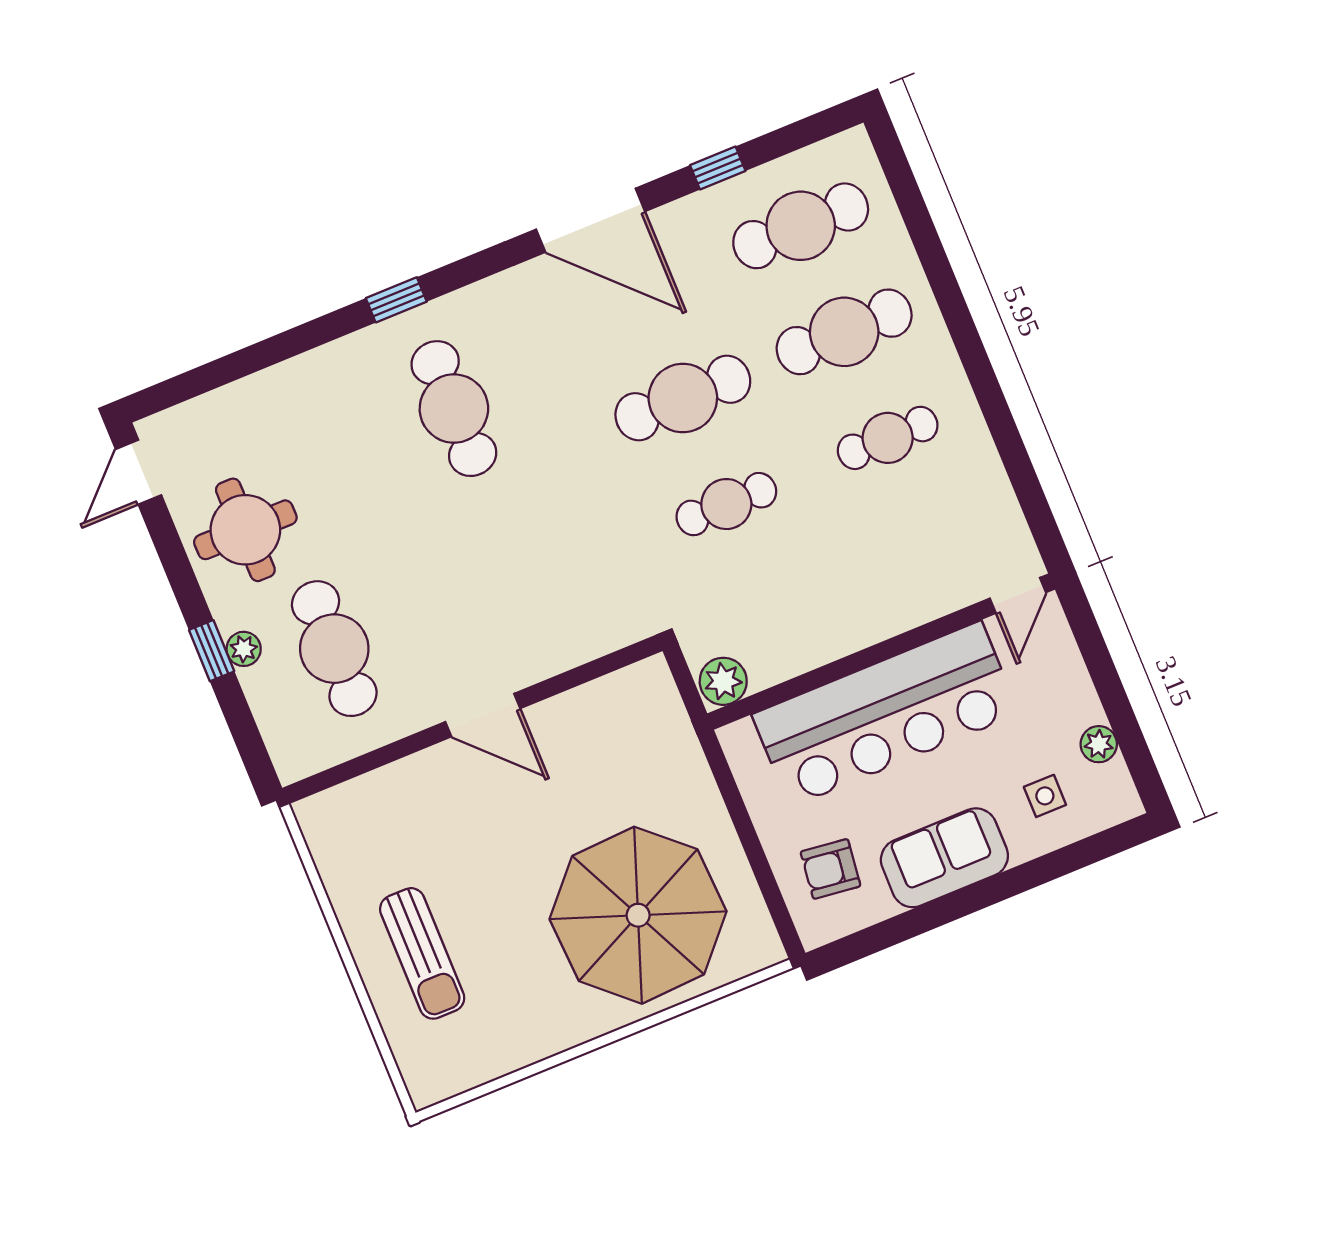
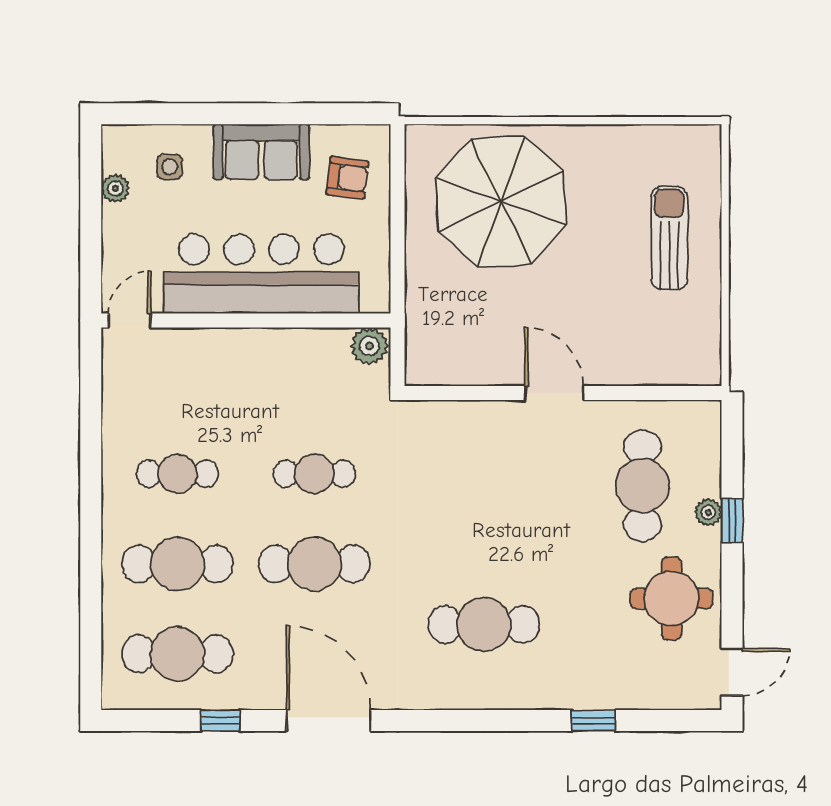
window: (396, 300) -> (593, 721), moved
cafe table: (454, 409) -> (484, 624), turned 90

